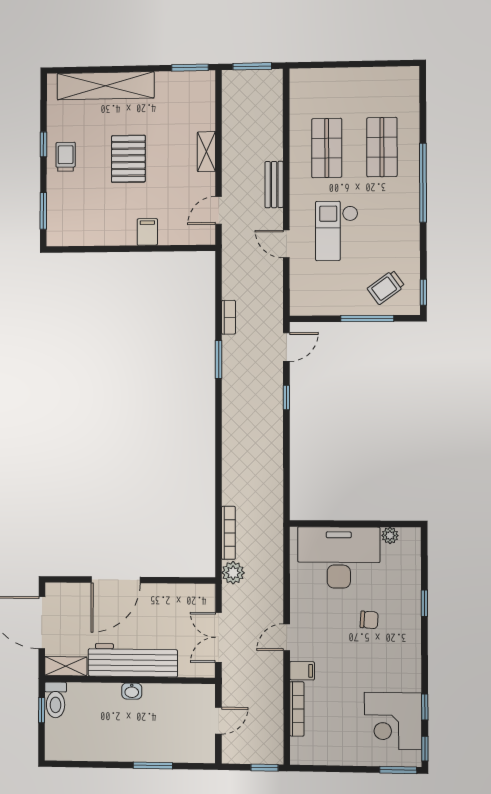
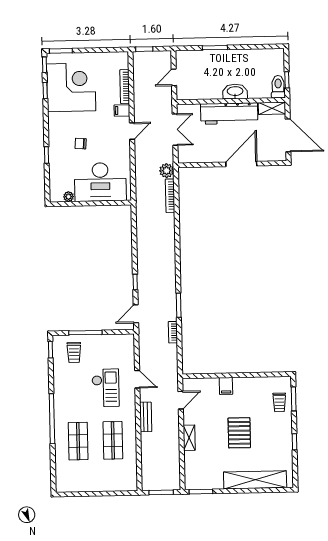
trolley: (66, 157) -> (279, 402), moved
trolley: (386, 287) -> (74, 352), turned 126
washbasin: (132, 691) -> (235, 92), width x1.91, depth x1.45
corner desk: (393, 721) -> (71, 87), width x1.36, depth x1.36

